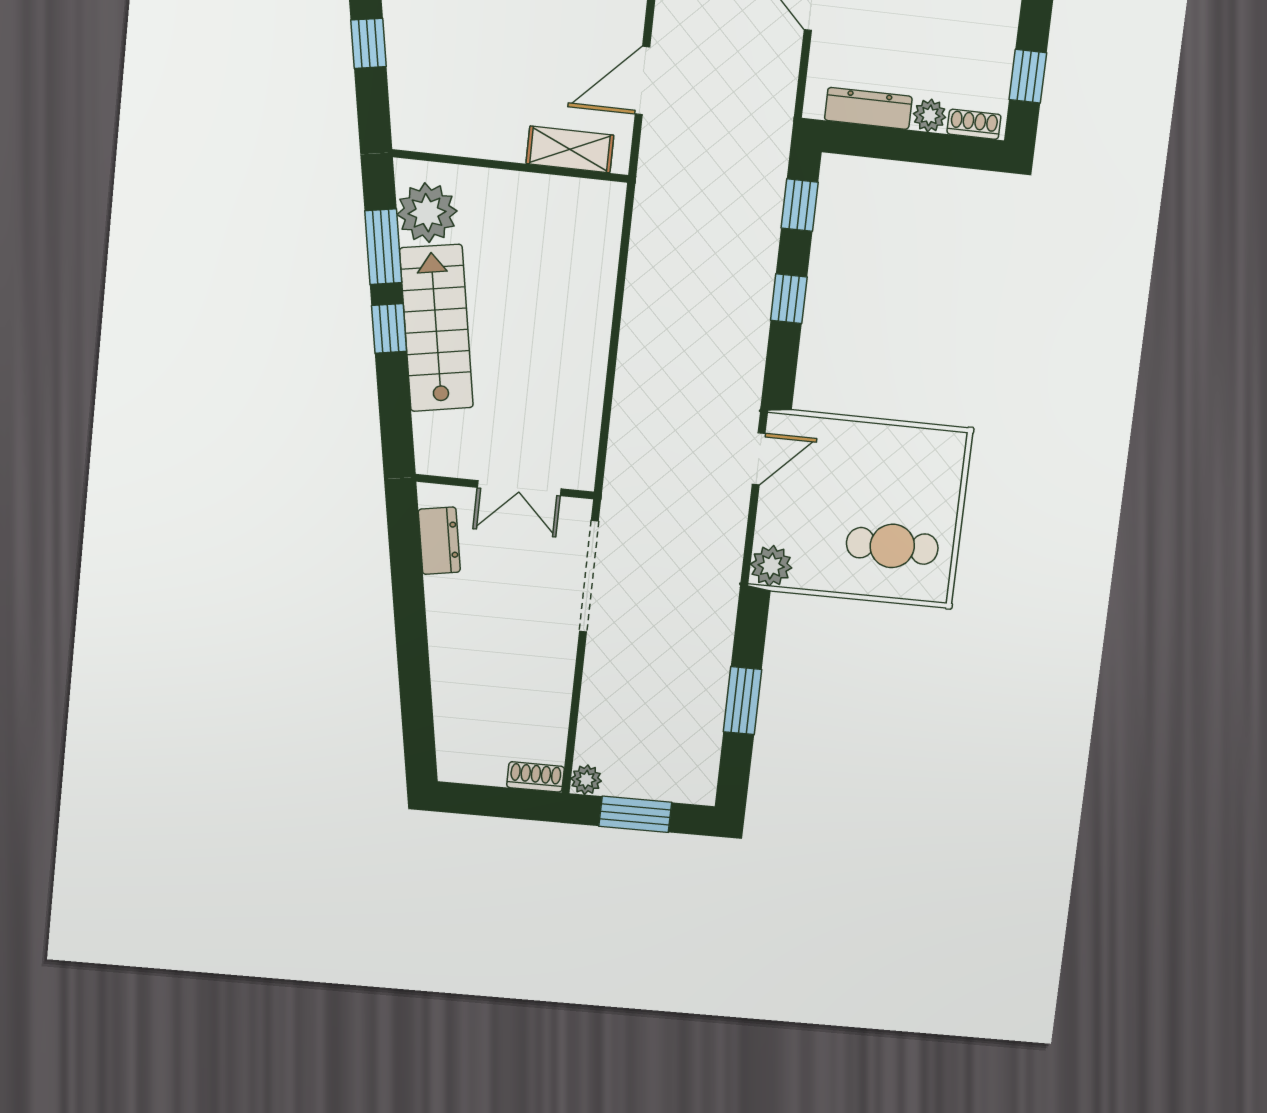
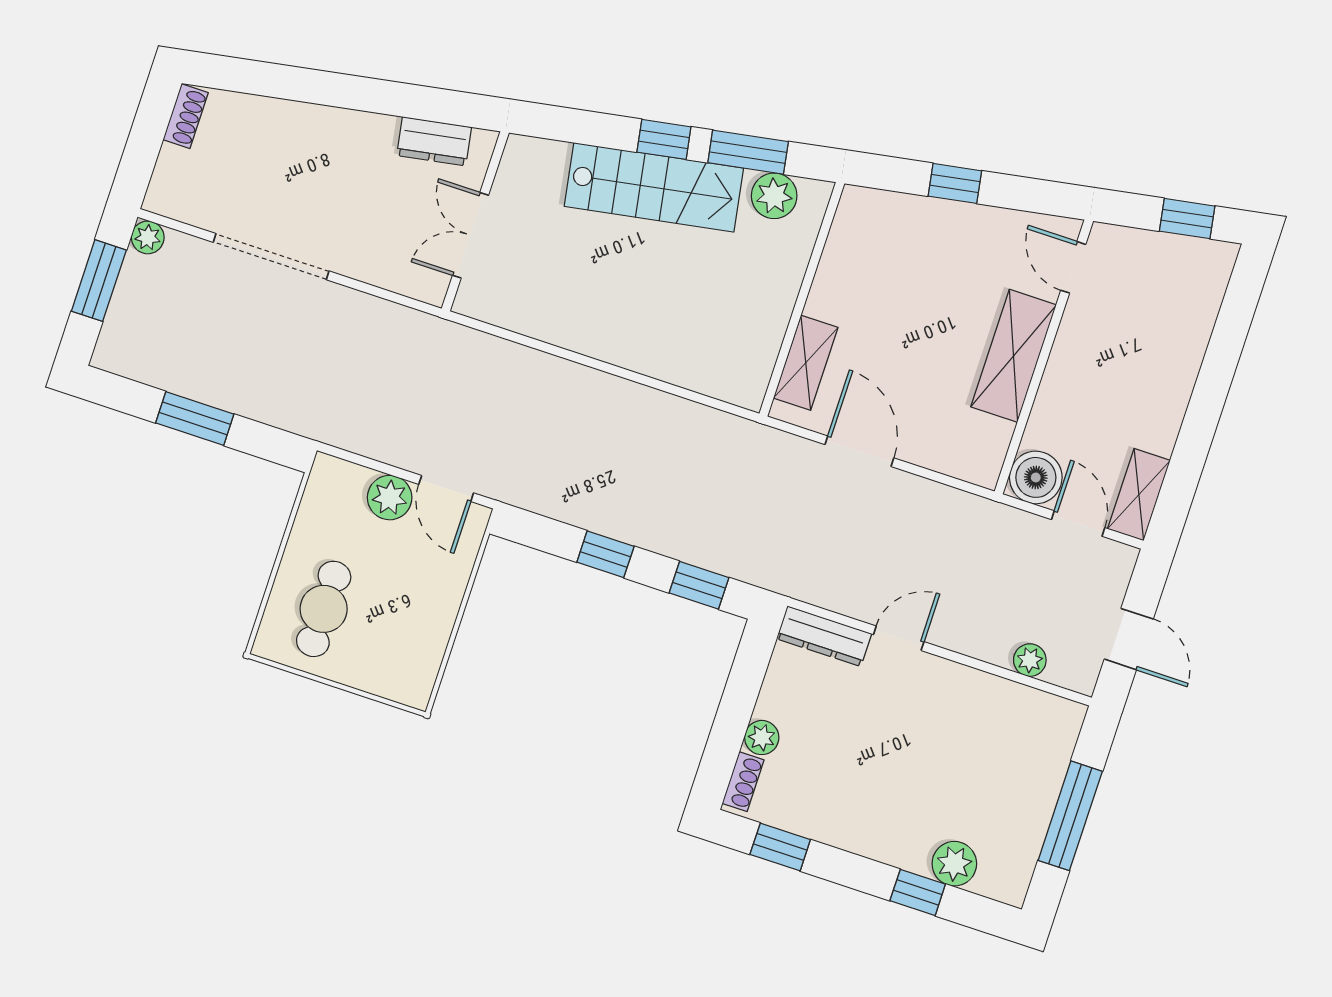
dresser: (868, 108) -> (824, 636), moved, turned 90
plant: (427, 213) -> (774, 196), width x0.73, depth x0.73
plant: (771, 566) -> (390, 498), moved
doorway: (589, 576) -> (271, 257), moved
shoe rack: (536, 777) -> (186, 116), moved

